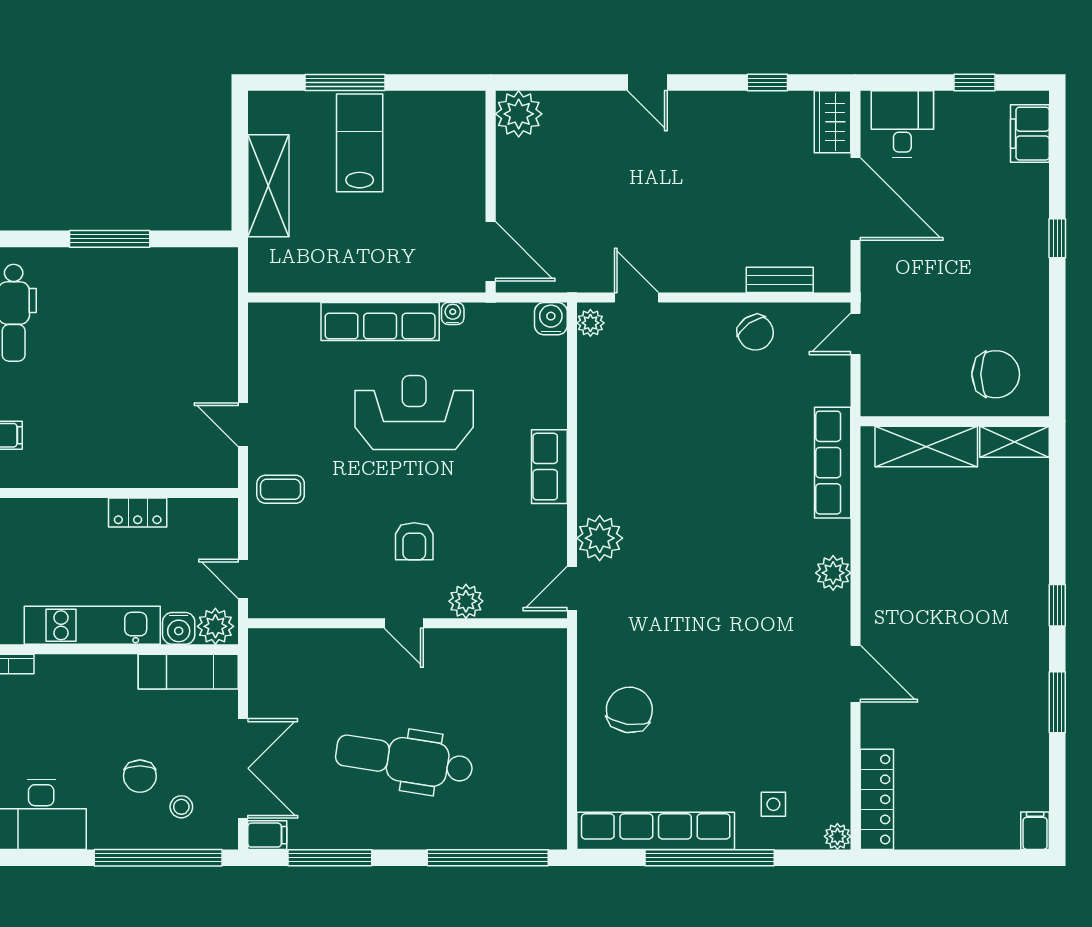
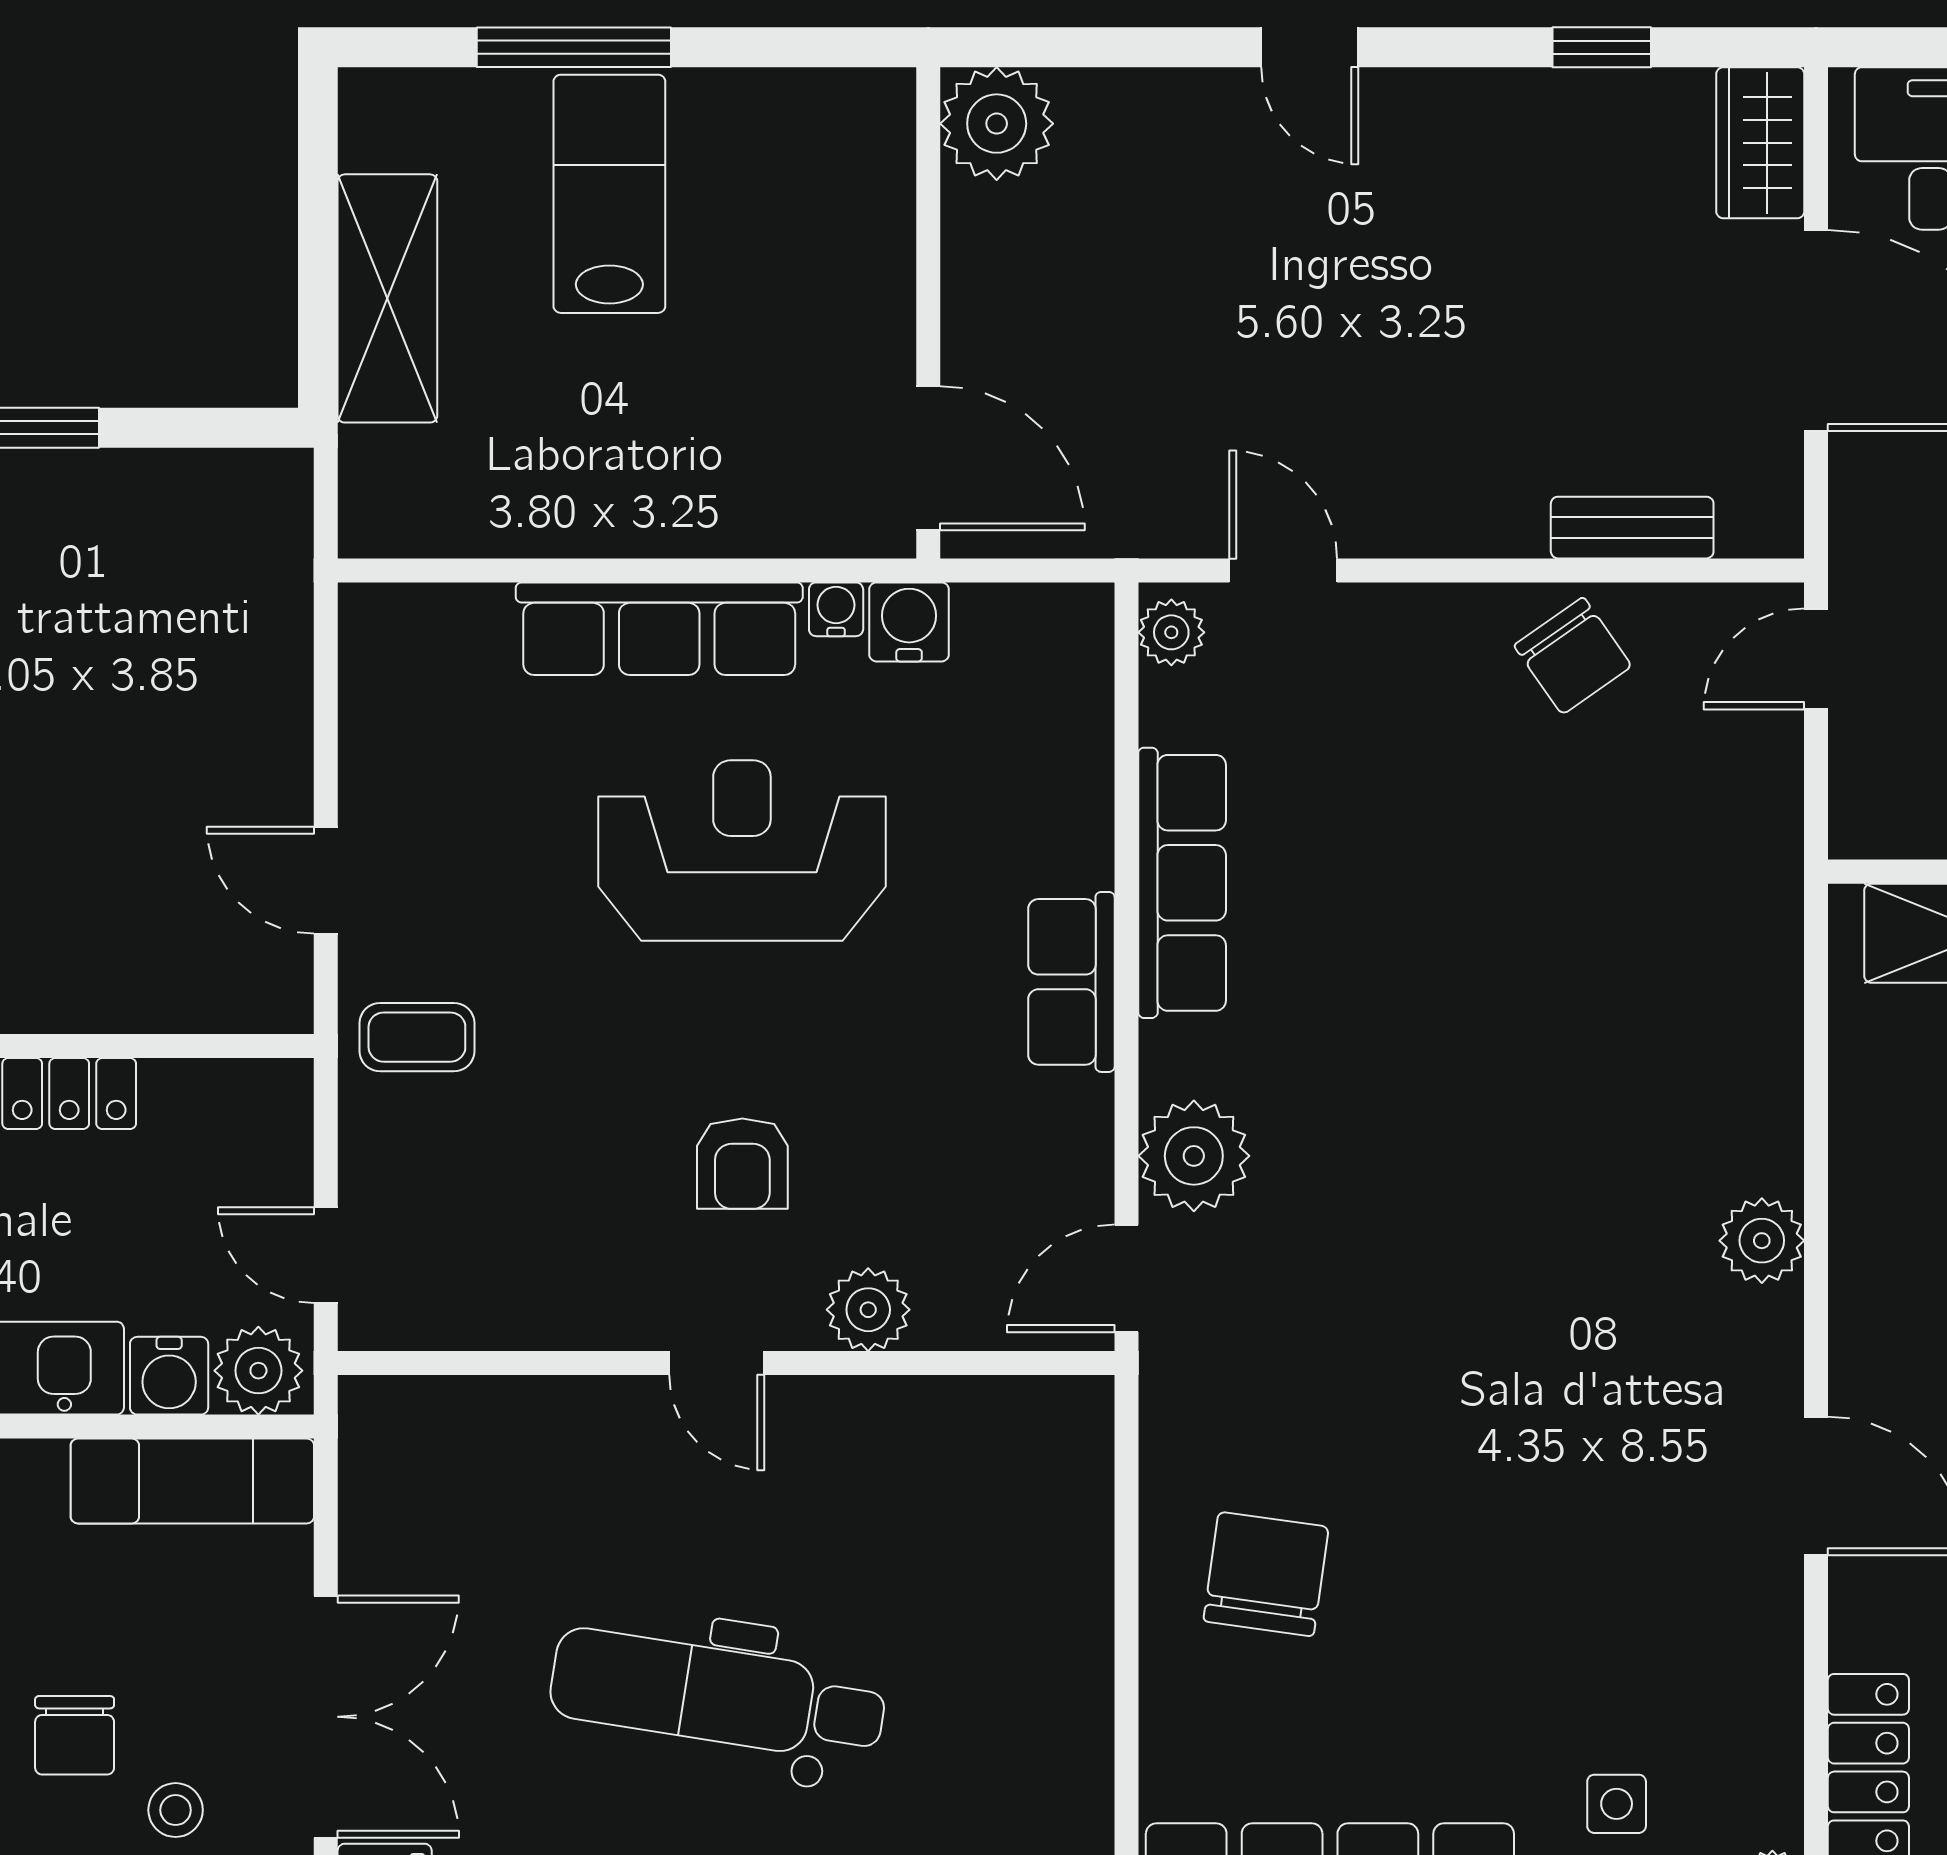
water cooler: (551, 319) -> (909, 622), moved
row of seats: (833, 463) -> (1182, 883), moved, turned 180

